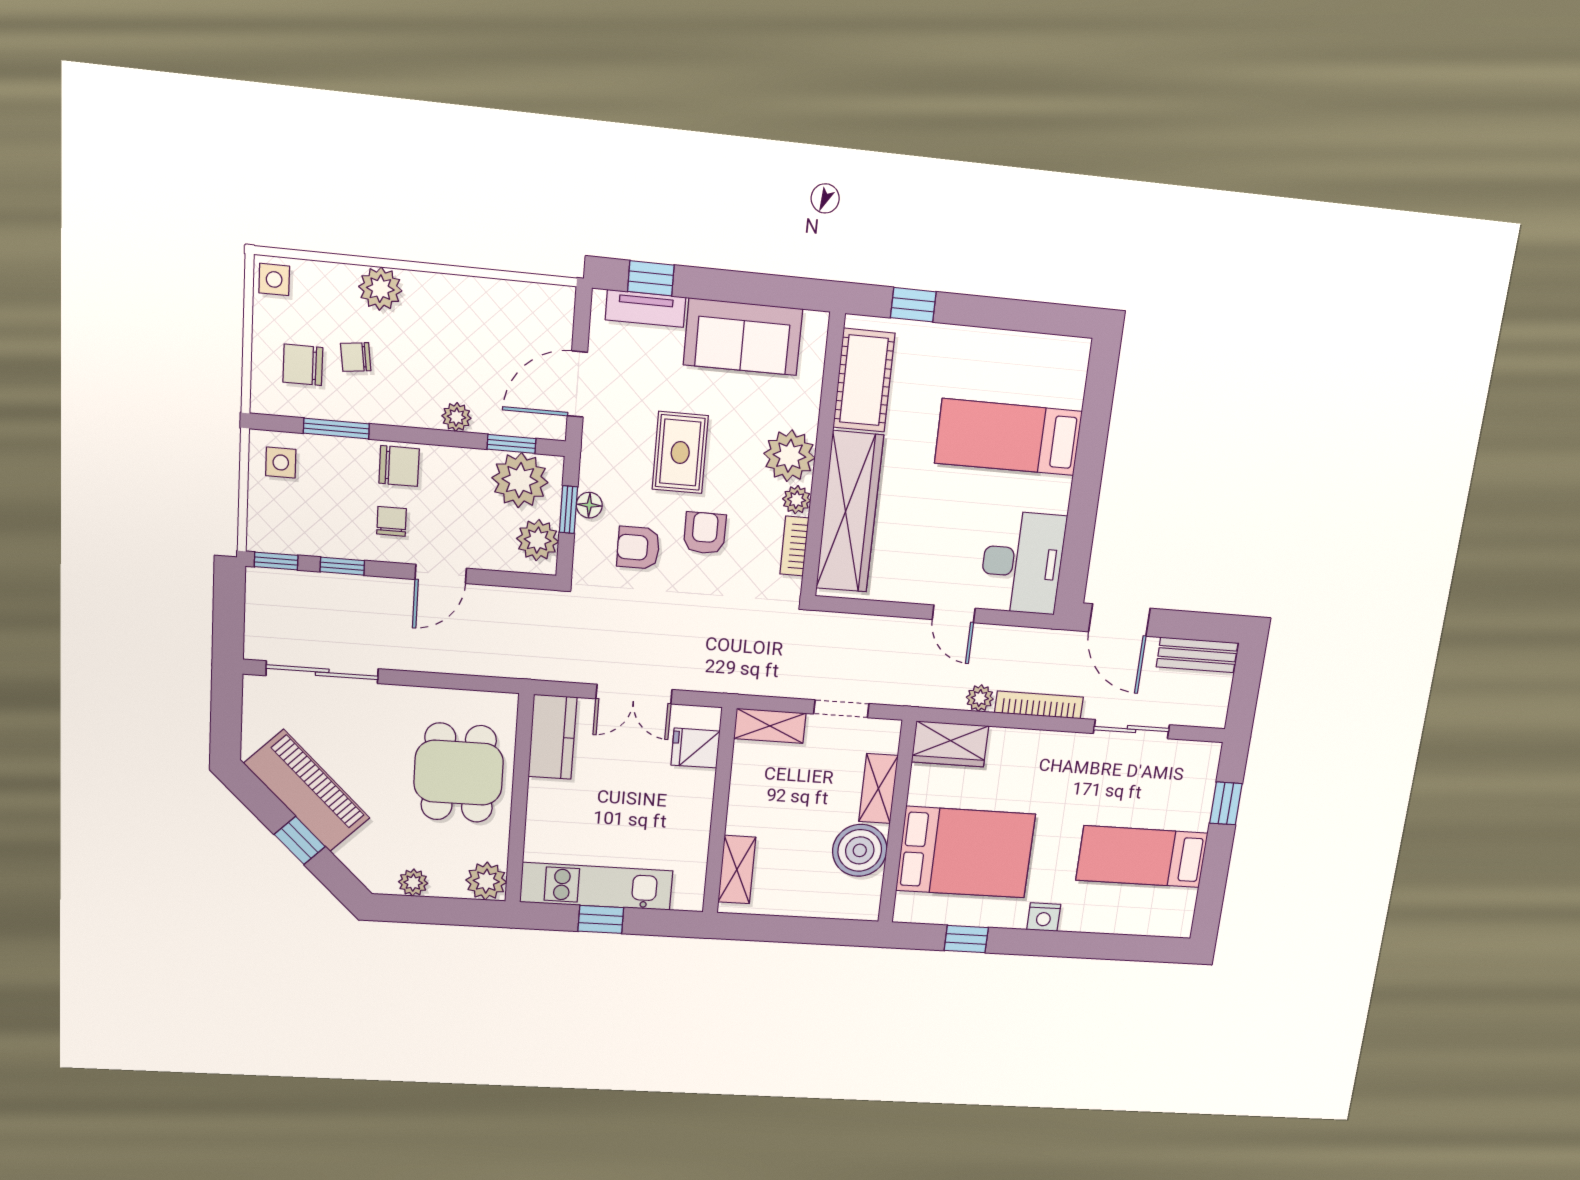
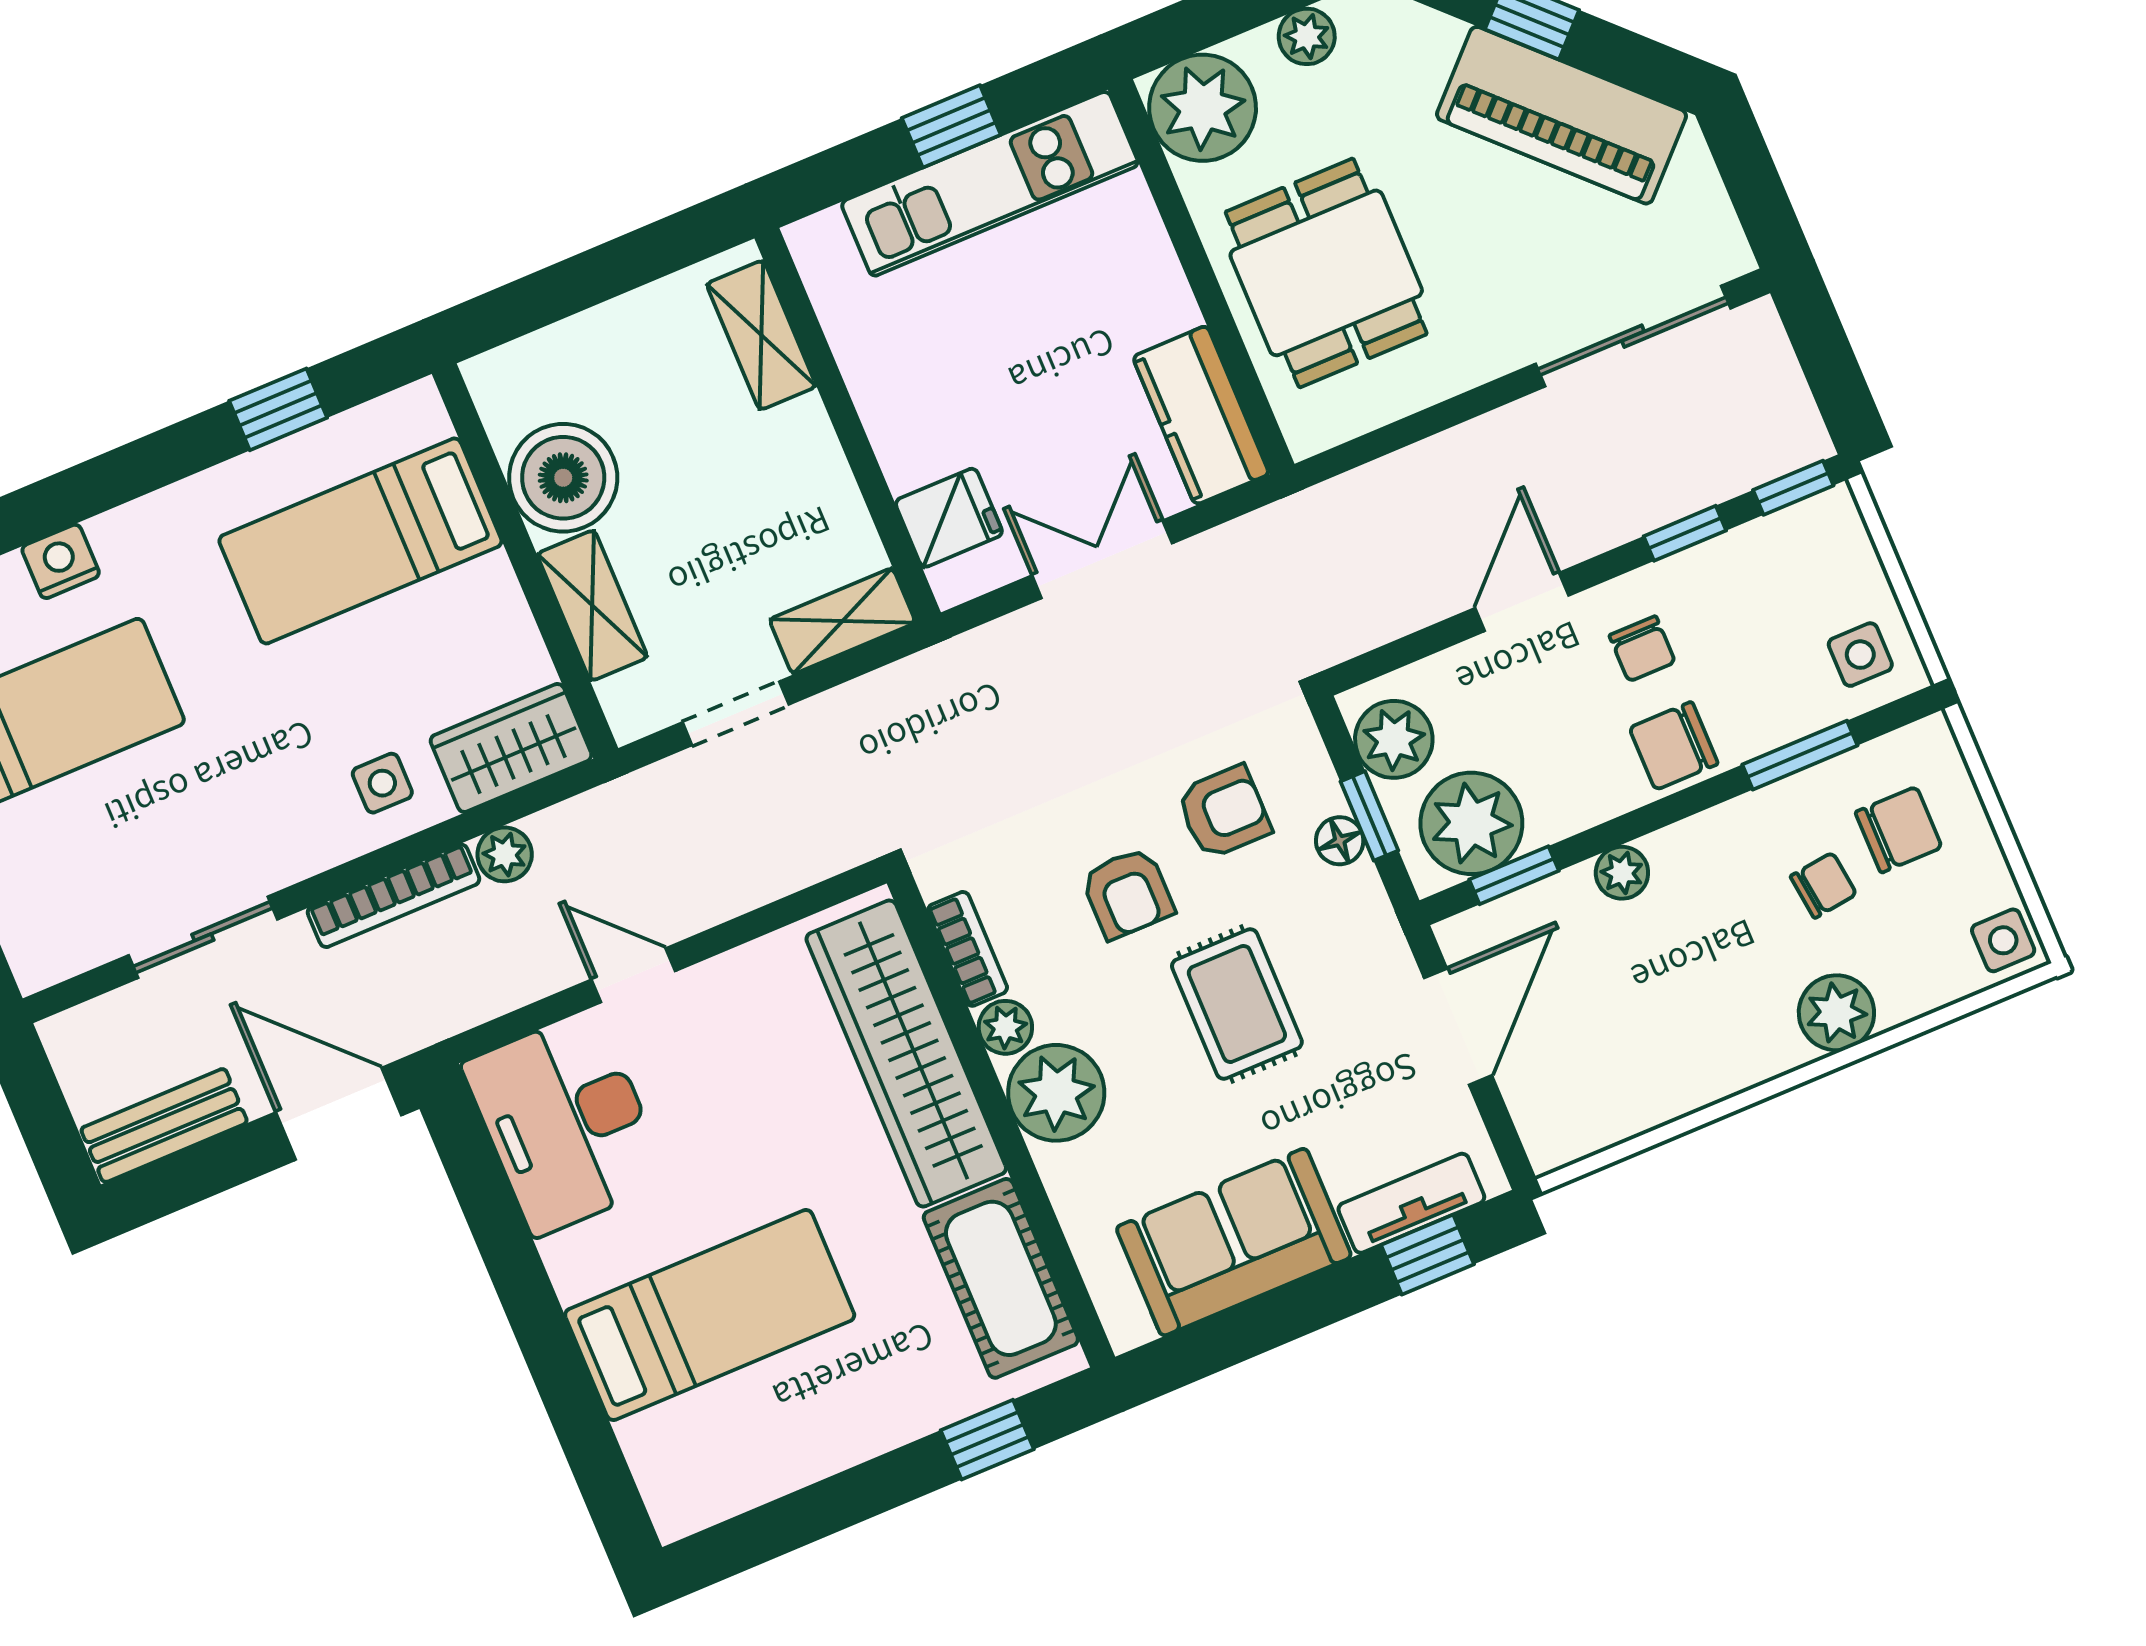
side table: (1015, 757) -> (382, 783), added
bed: (965, 852) -> (360, 541), width x0.67
plant: (486, 881) -> (1203, 108), width x1.36, depth x1.36
nightstand: (1044, 917) -> (61, 561), moved

